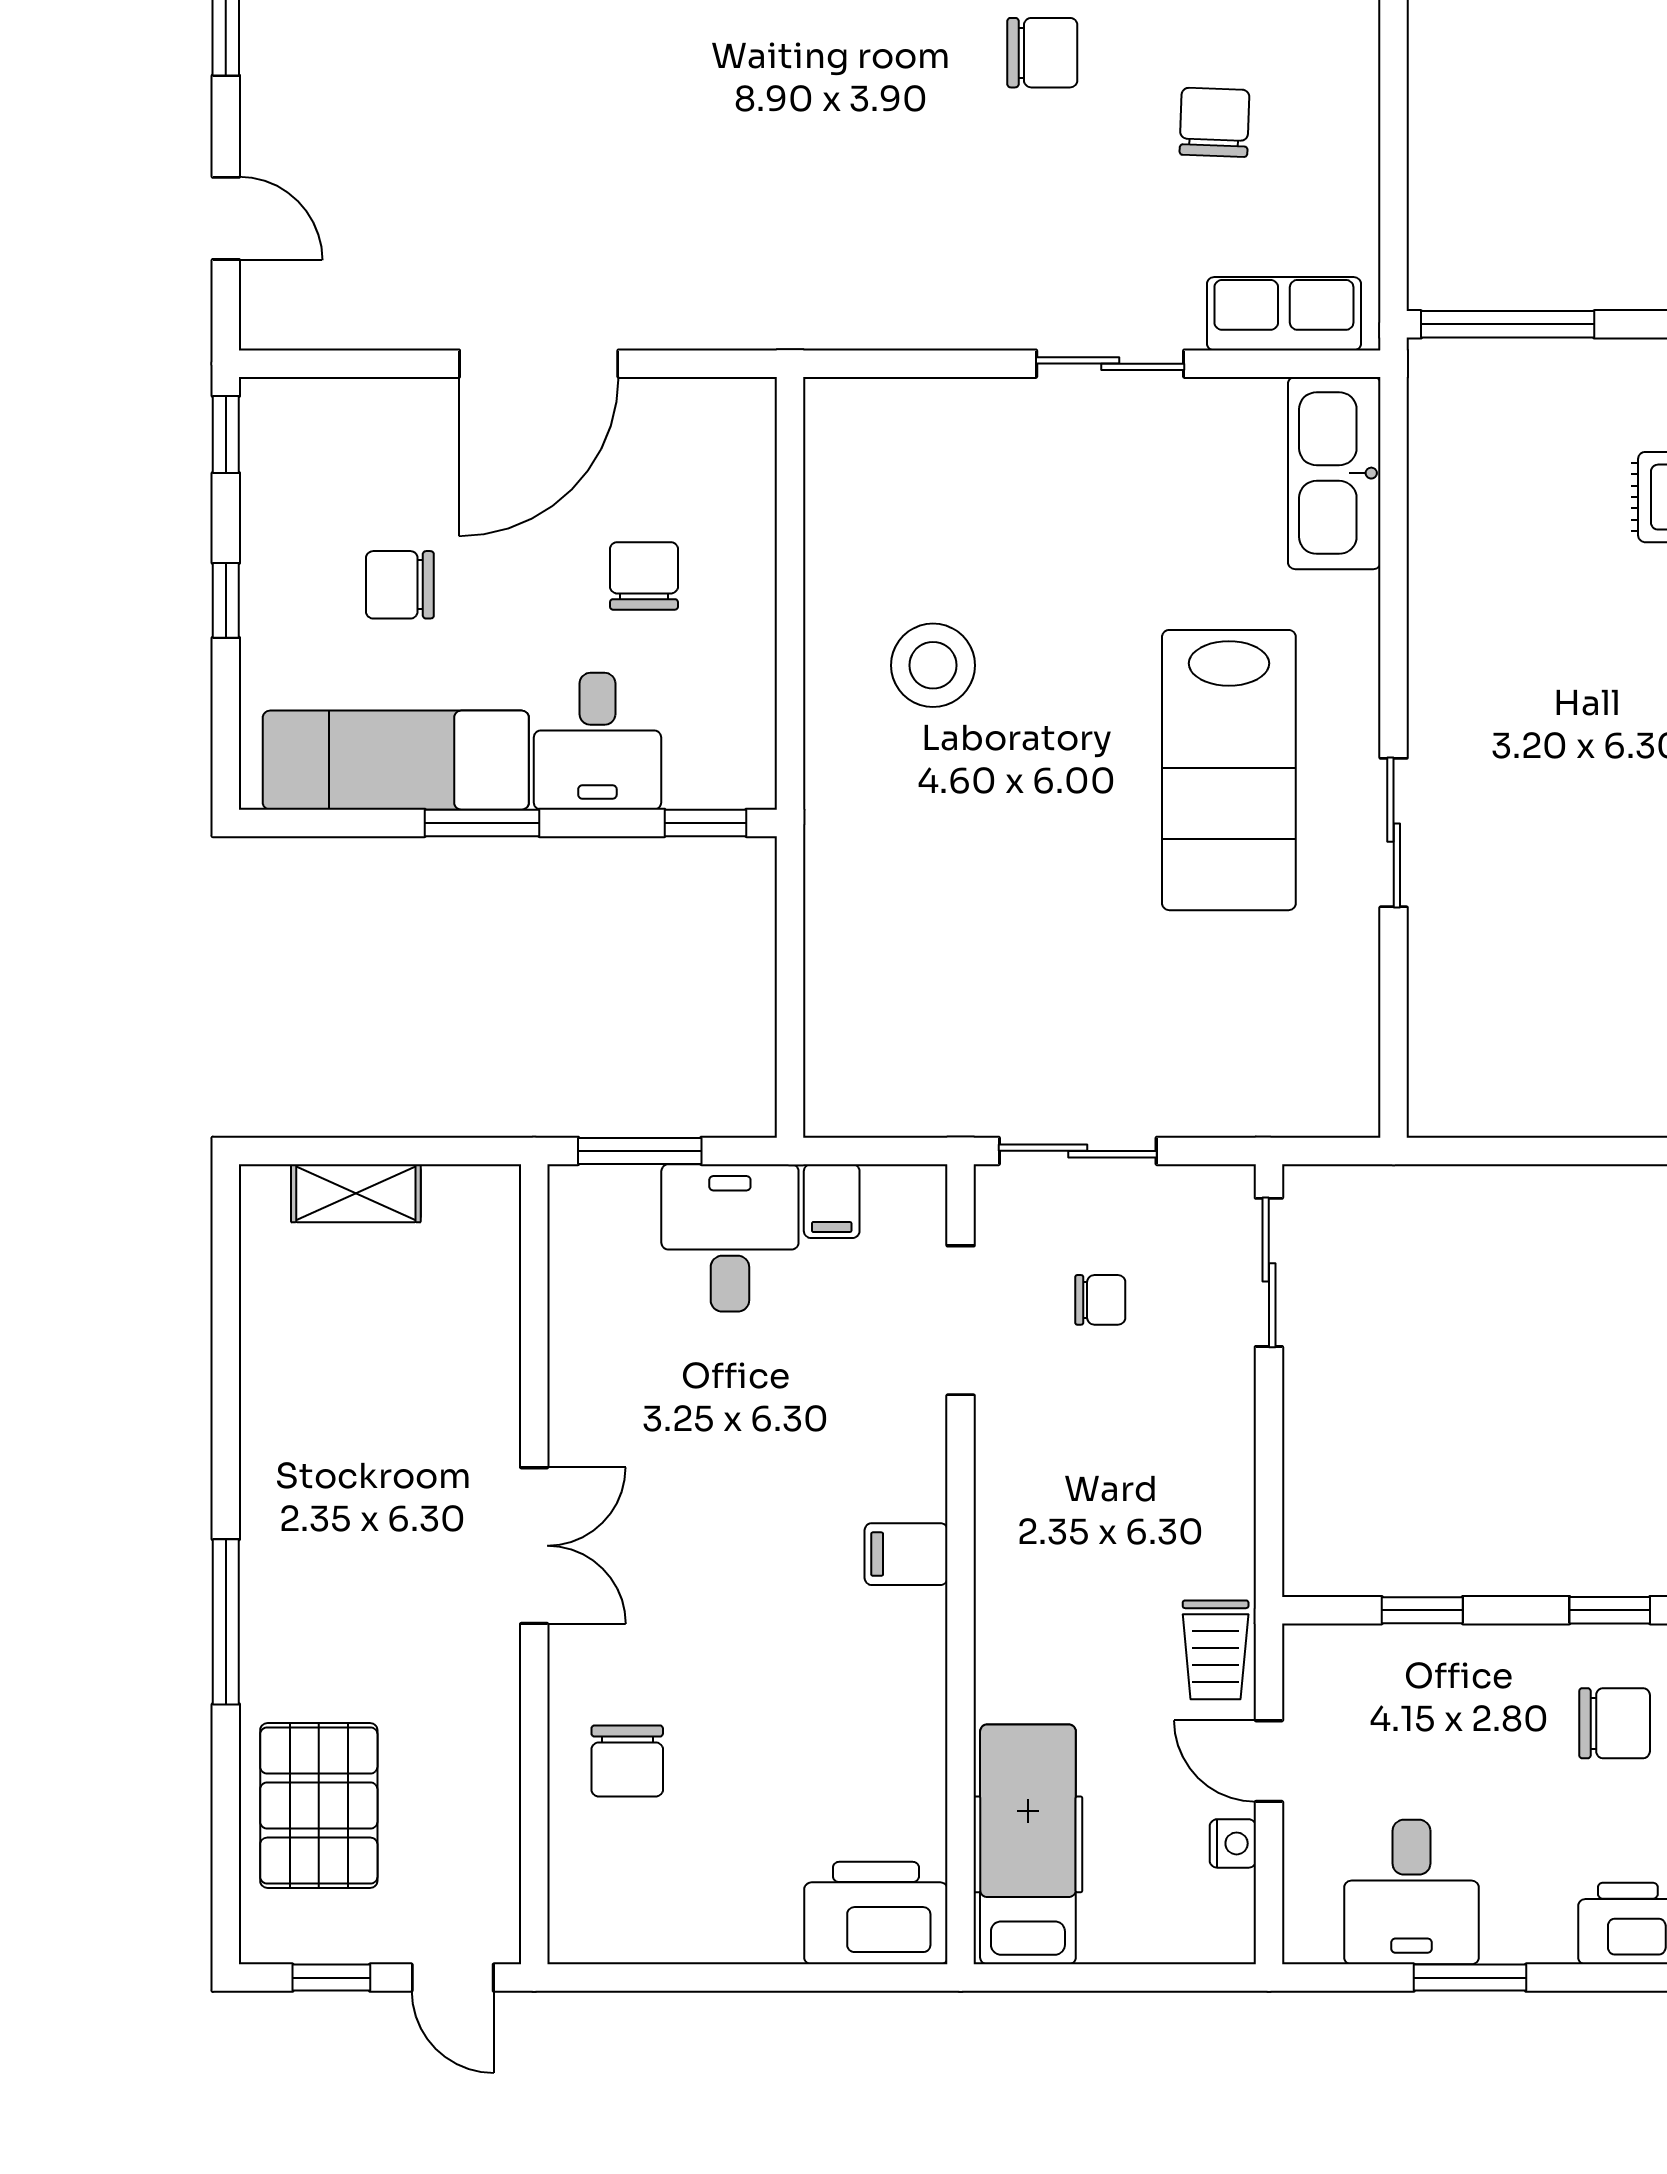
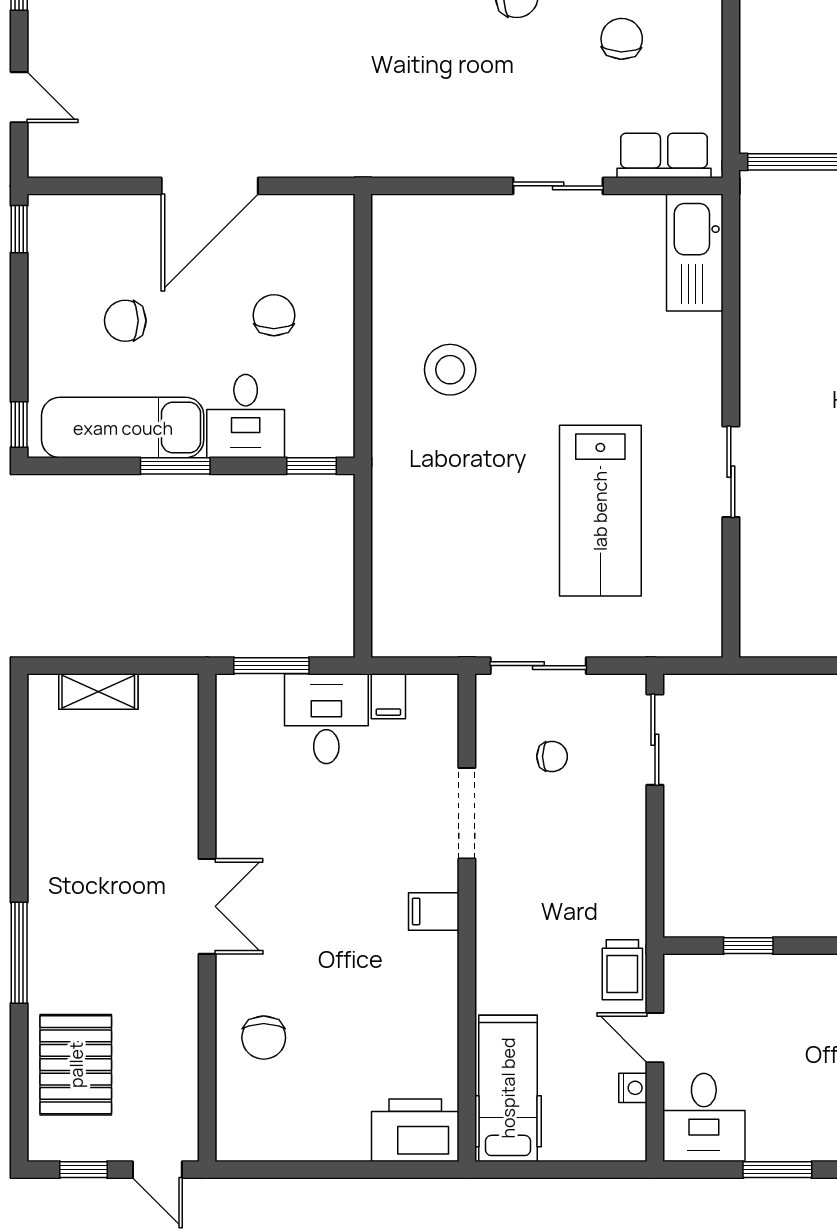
window: (226, 600) -> (19, 424), moved
lab bench: (1229, 770) -> (600, 511), moved
doorway: (961, 1320) -> (467, 813), moved
desk: (1411, 1892) -> (704, 1117), moved

